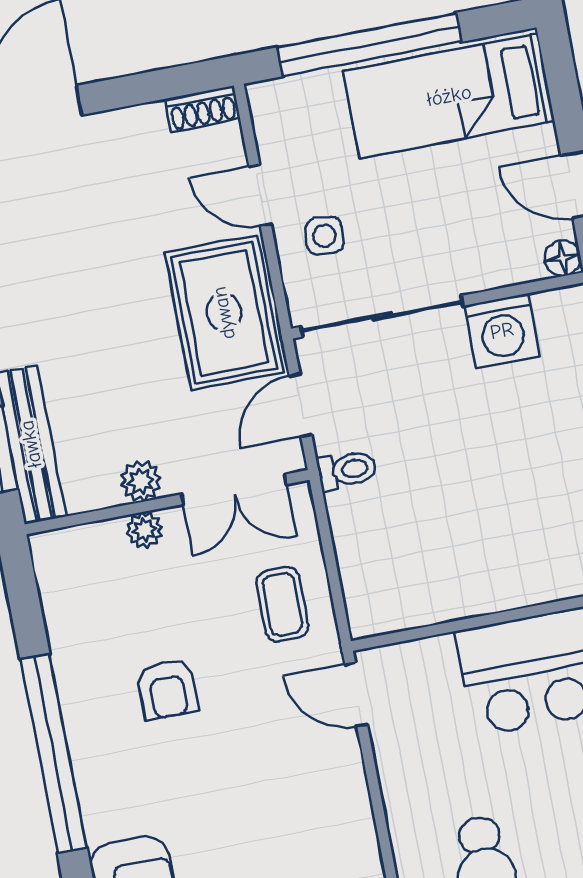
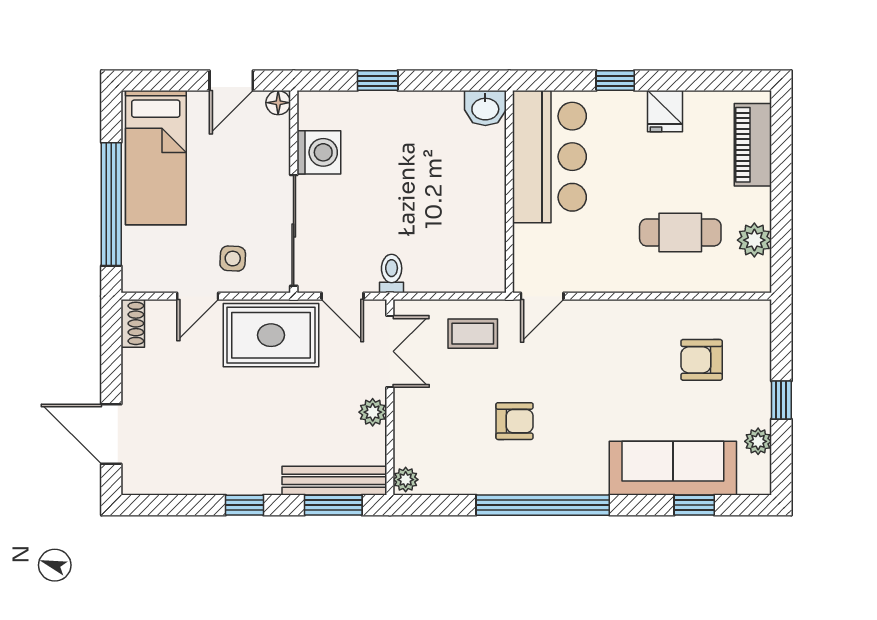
plant: (144, 530) -> (406, 480), moved

